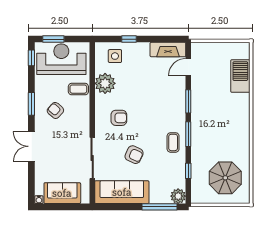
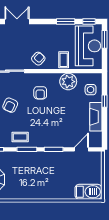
fireplace: (168, 50) -> (96, 117), moved
door: (188, 67) -> (81, 149), hinge flipped
barbecue: (240, 76) -> (88, 192), moved
window: (31, 104) -> (66, 22), moved
armchair: (55, 110) -> (38, 59), moved

